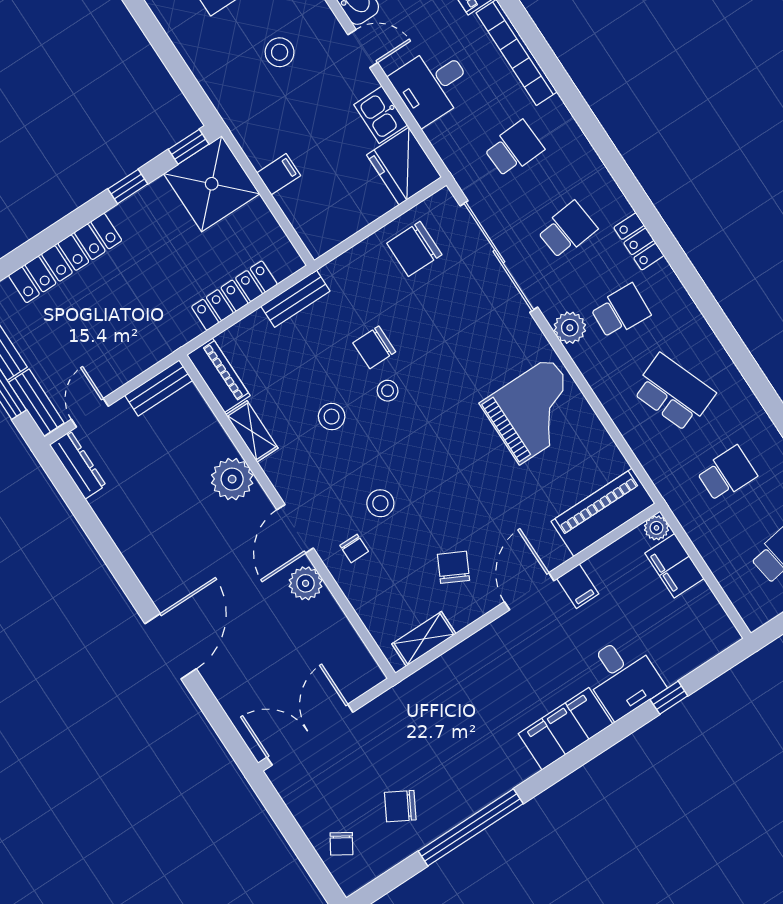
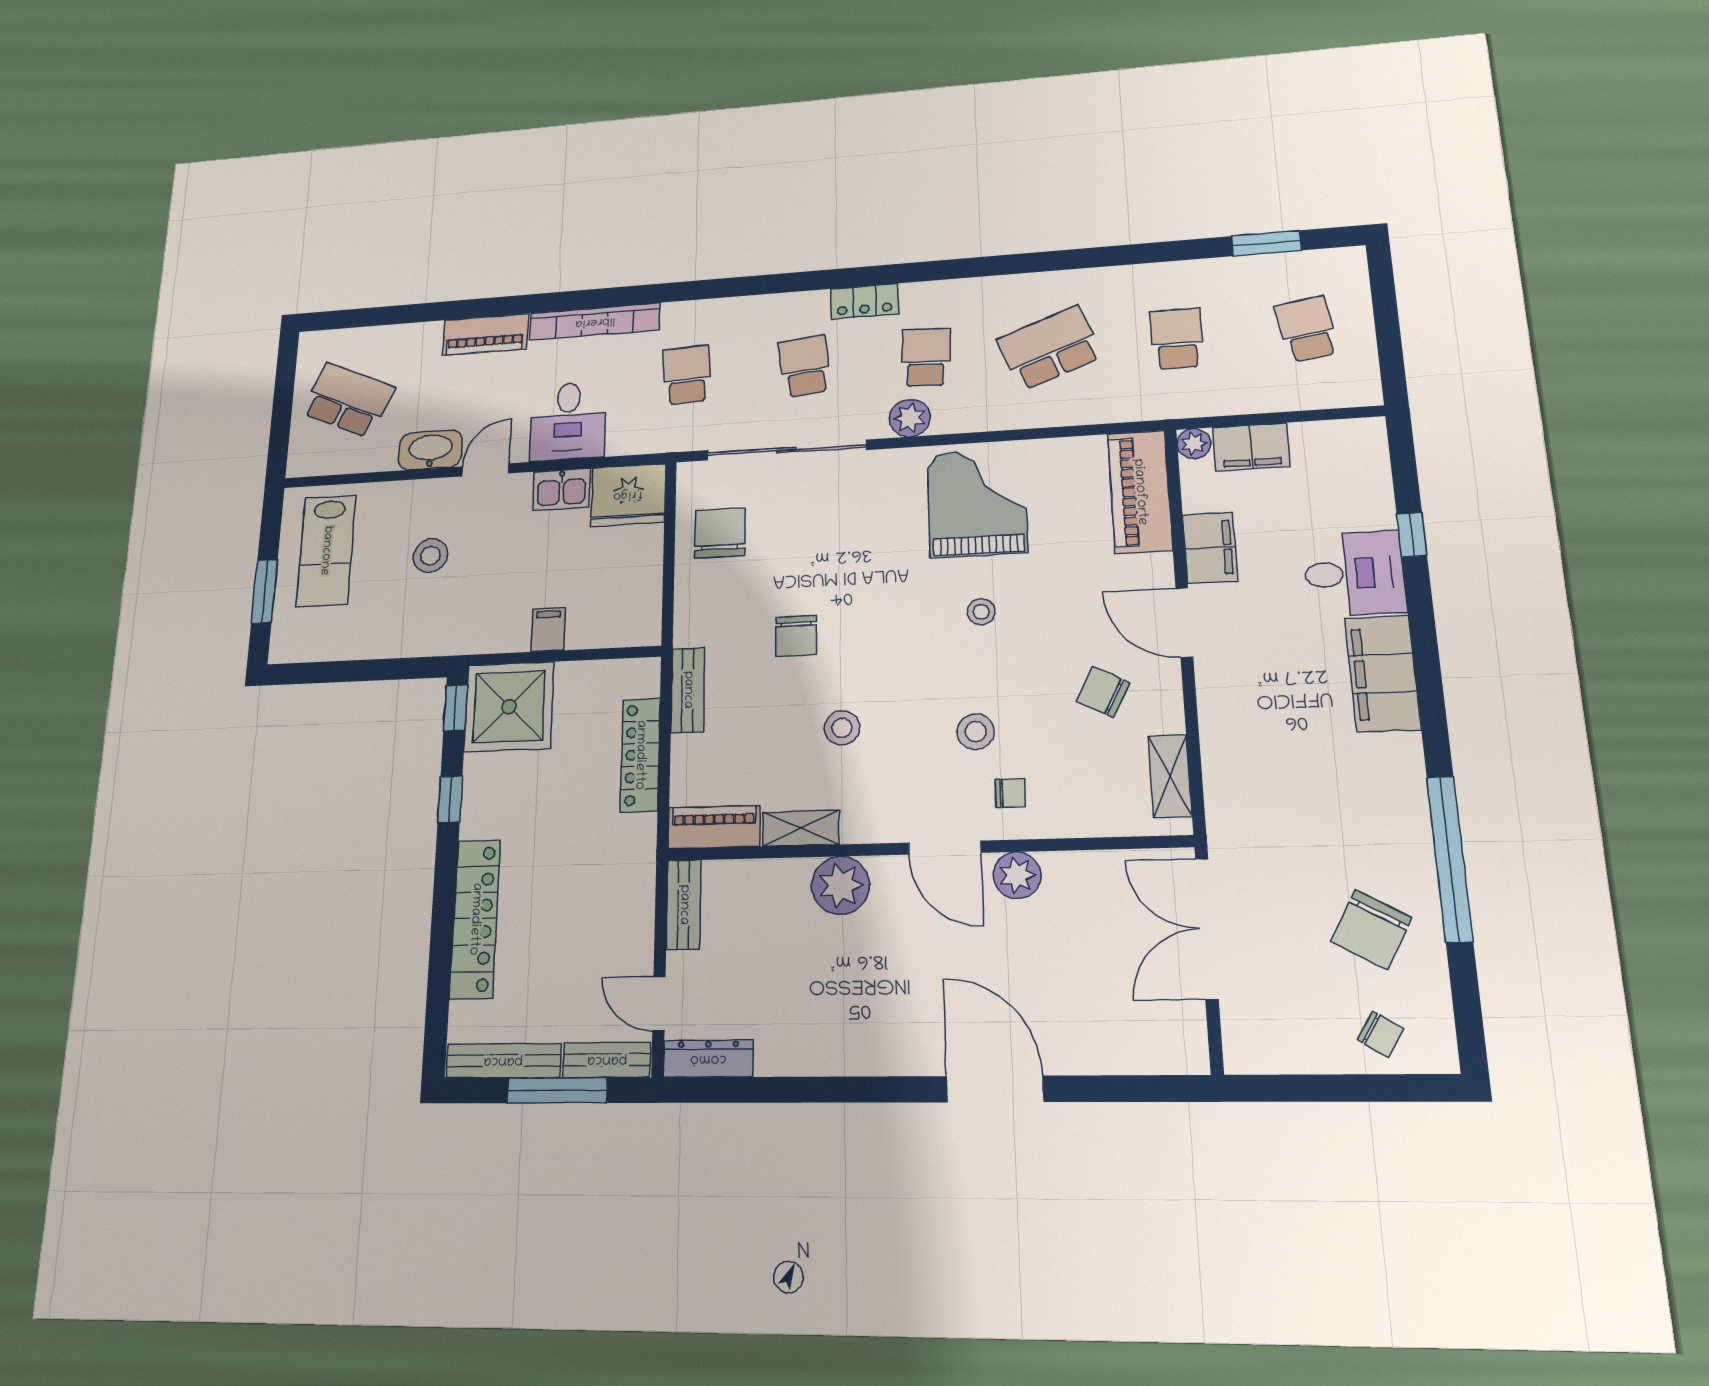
chair: (414, 249) -> (720, 533), turned 180
stool: (388, 391) -> (981, 612), moved
filing cabinet: (578, 586) -> (1210, 548), width x2.00
double door: (310, 735) -> (1207, 928), moved
chair: (400, 806) -> (1371, 929), width x1.37, depth x1.37

